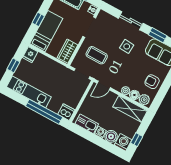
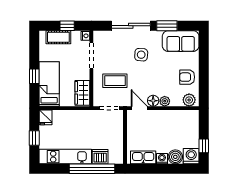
sliding door: (131, 21) -> (131, 26), width x1.37
door: (104, 86) -> (139, 108), swing flipped
floor lamp: (134, 95) -> (153, 101), moved
shelving: (130, 109) -> (180, 118), removed
dishwasher: (66, 112) -> (100, 157), moved

